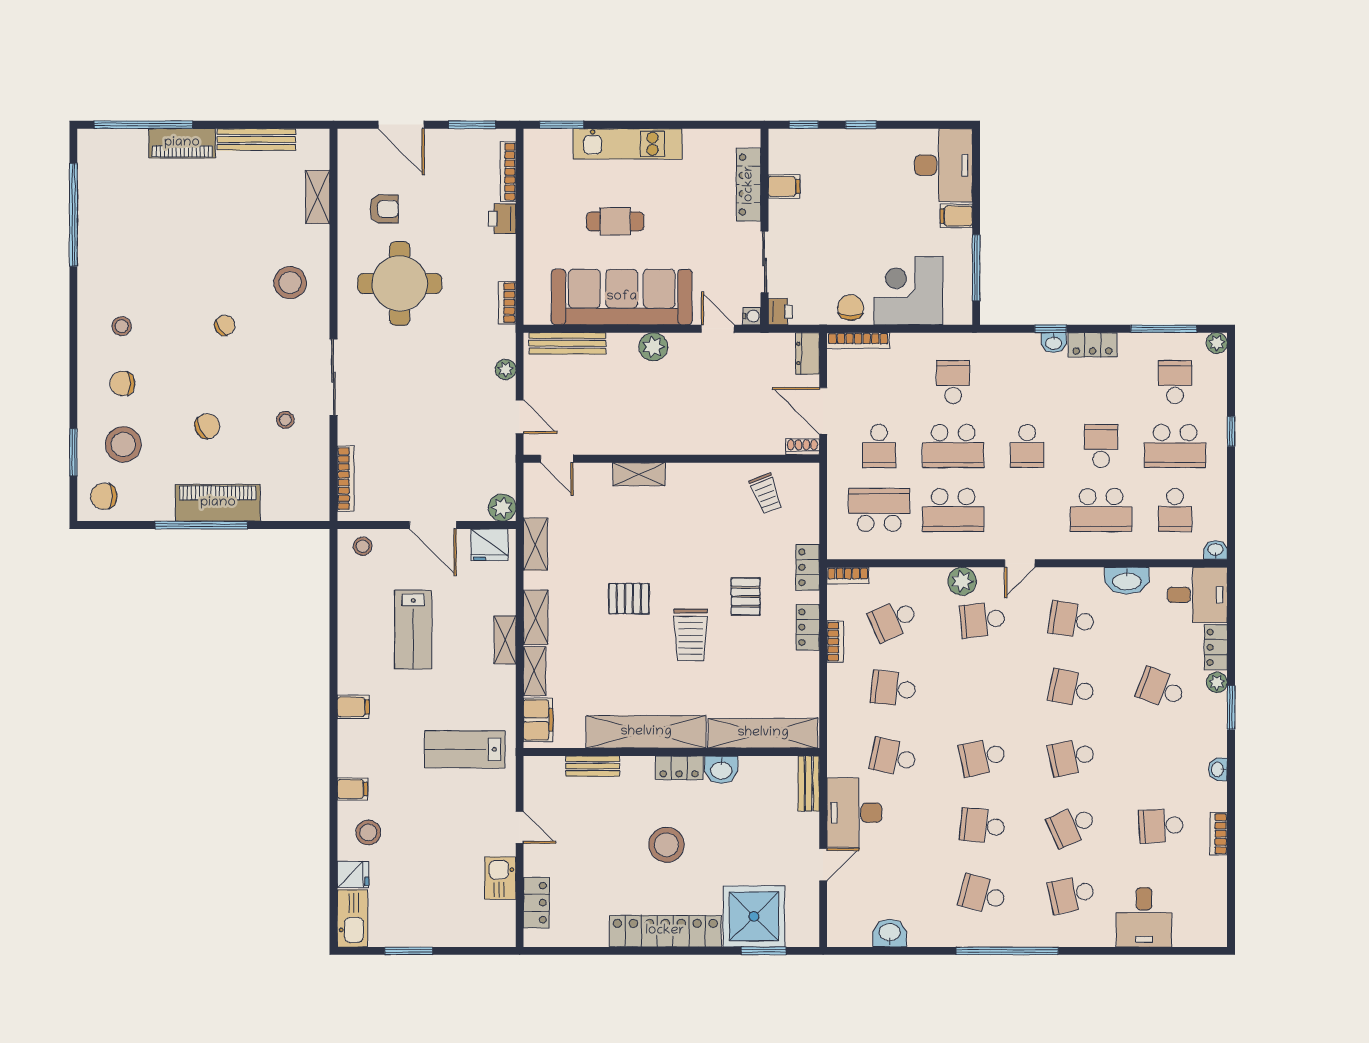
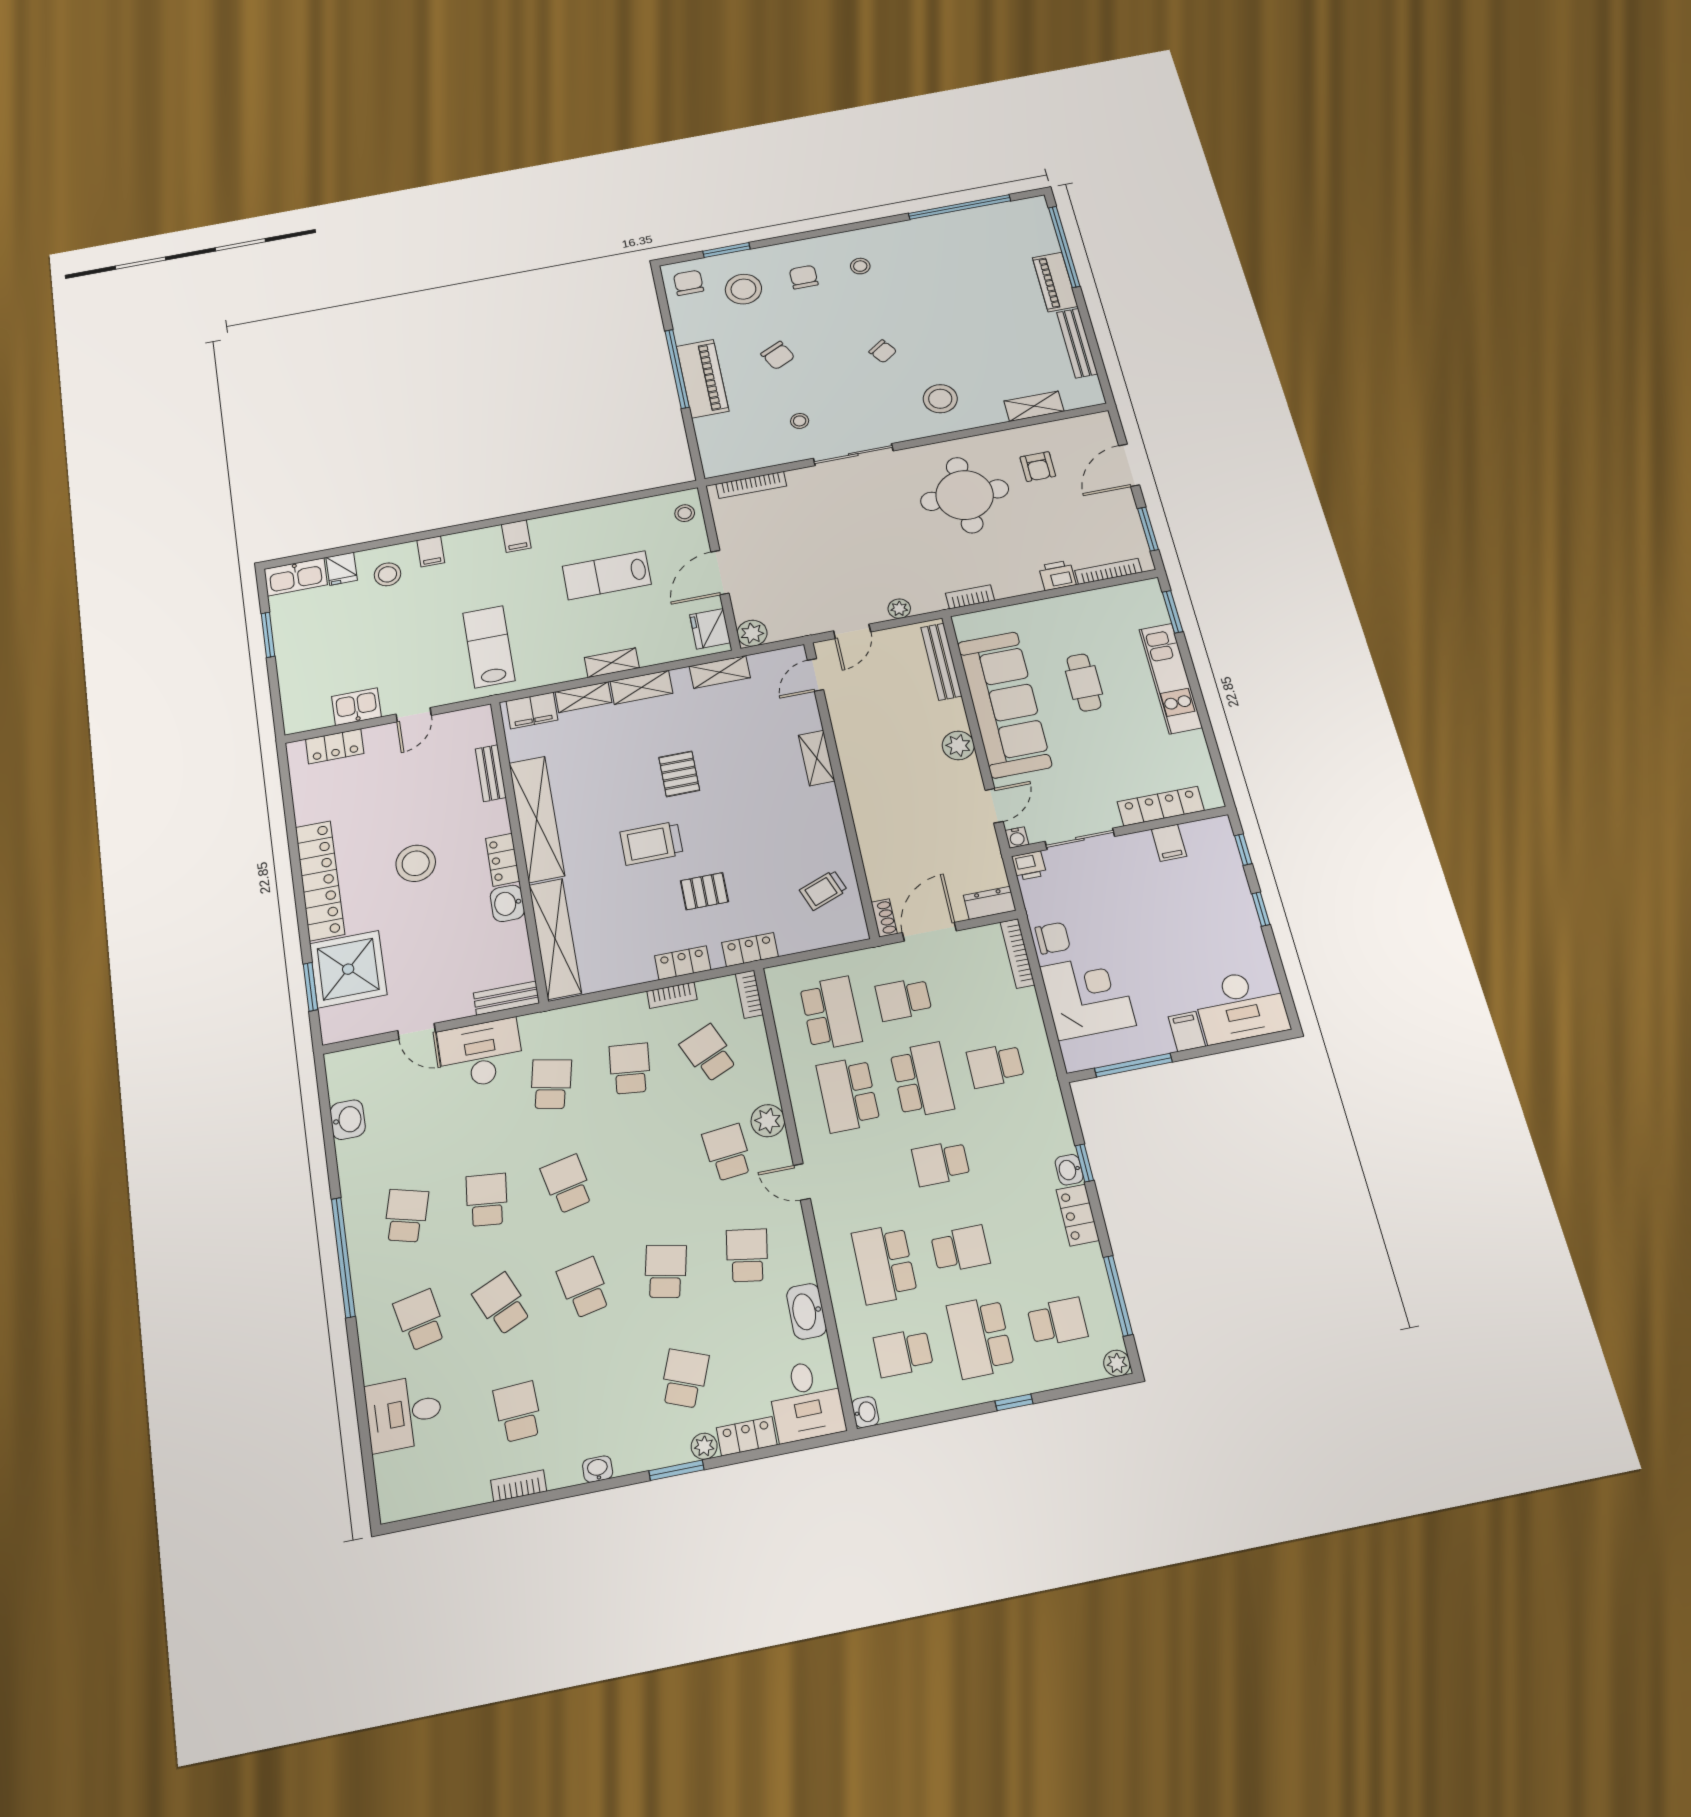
school desk: (953, 382) -> (995, 1065), turned 180
school desk: (953, 446) -> (922, 1080), turned 180

